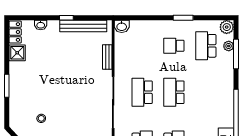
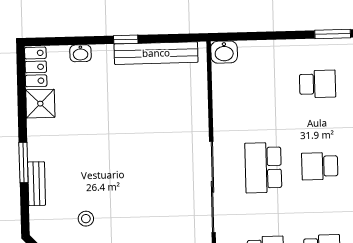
school desk: (174, 46) -> (318, 84), turned 180
bench: (107, 57) -> (37, 184), moved
school desk: (174, 92) -> (320, 166), width x0.54

